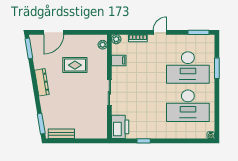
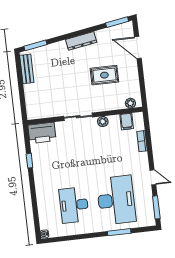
door: (160, 32) -> (153, 177), moved
plant: (116, 39) -> (103, 122), moved
filing cabinet: (119, 60) -> (127, 122), moved
rug: (75, 65) -> (104, 75), turned 90
desk: (188, 68) -> (116, 200), turned 180
desk: (188, 106) -> (74, 205), width x0.73, depth x0.77

